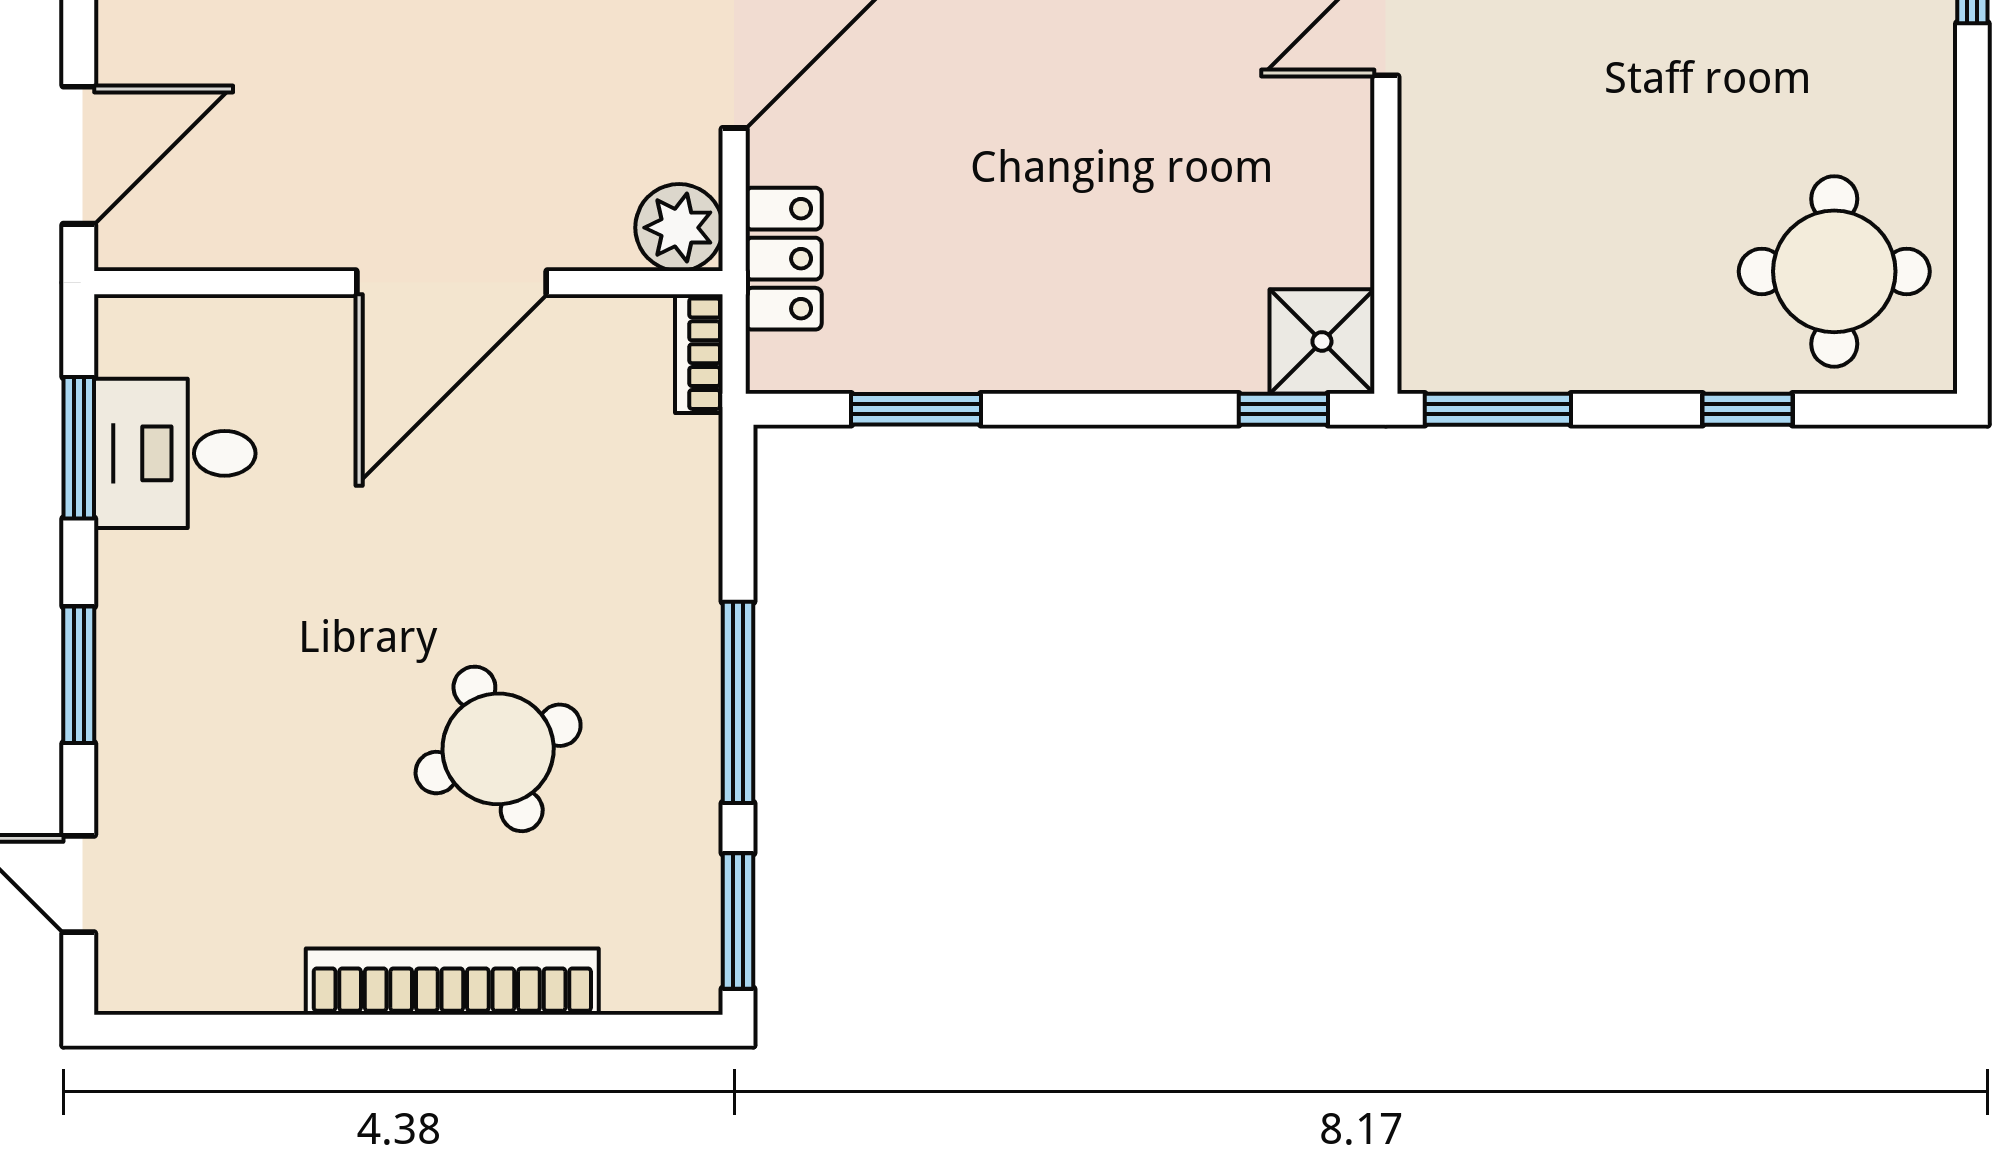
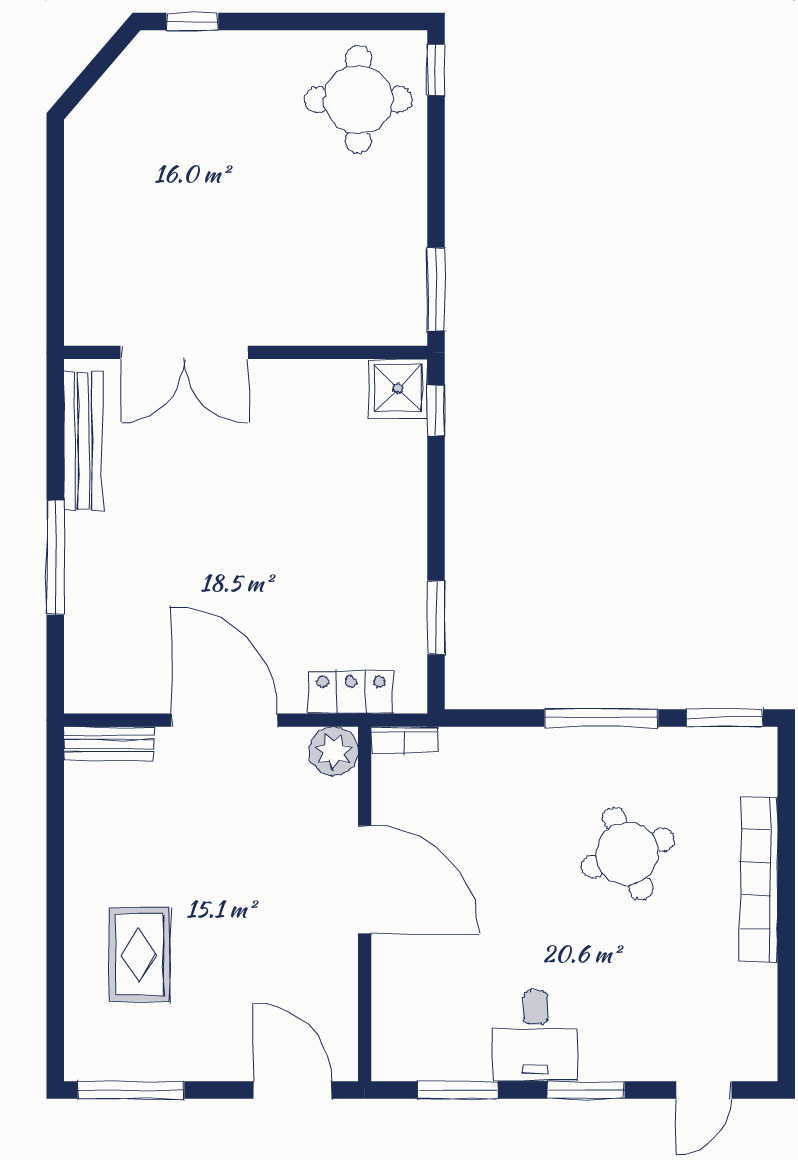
window: (1747, 409) -> (436, 70), moved
desk: (175, 453) -> (535, 1036), moved

